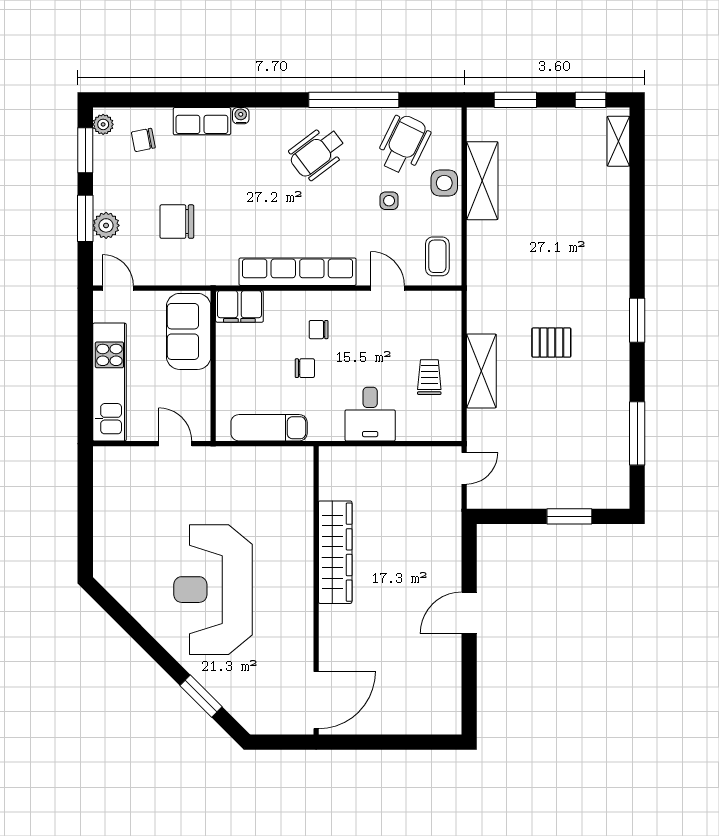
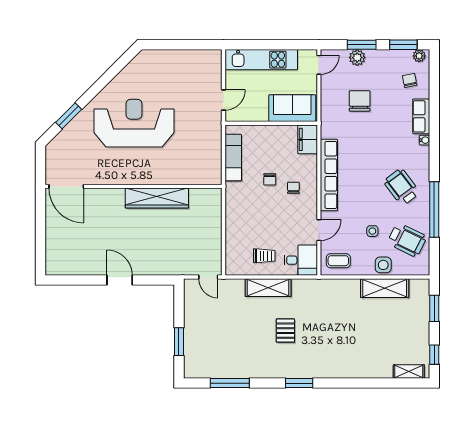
desk: (370, 414) -> (301, 260), moved, turned 180

